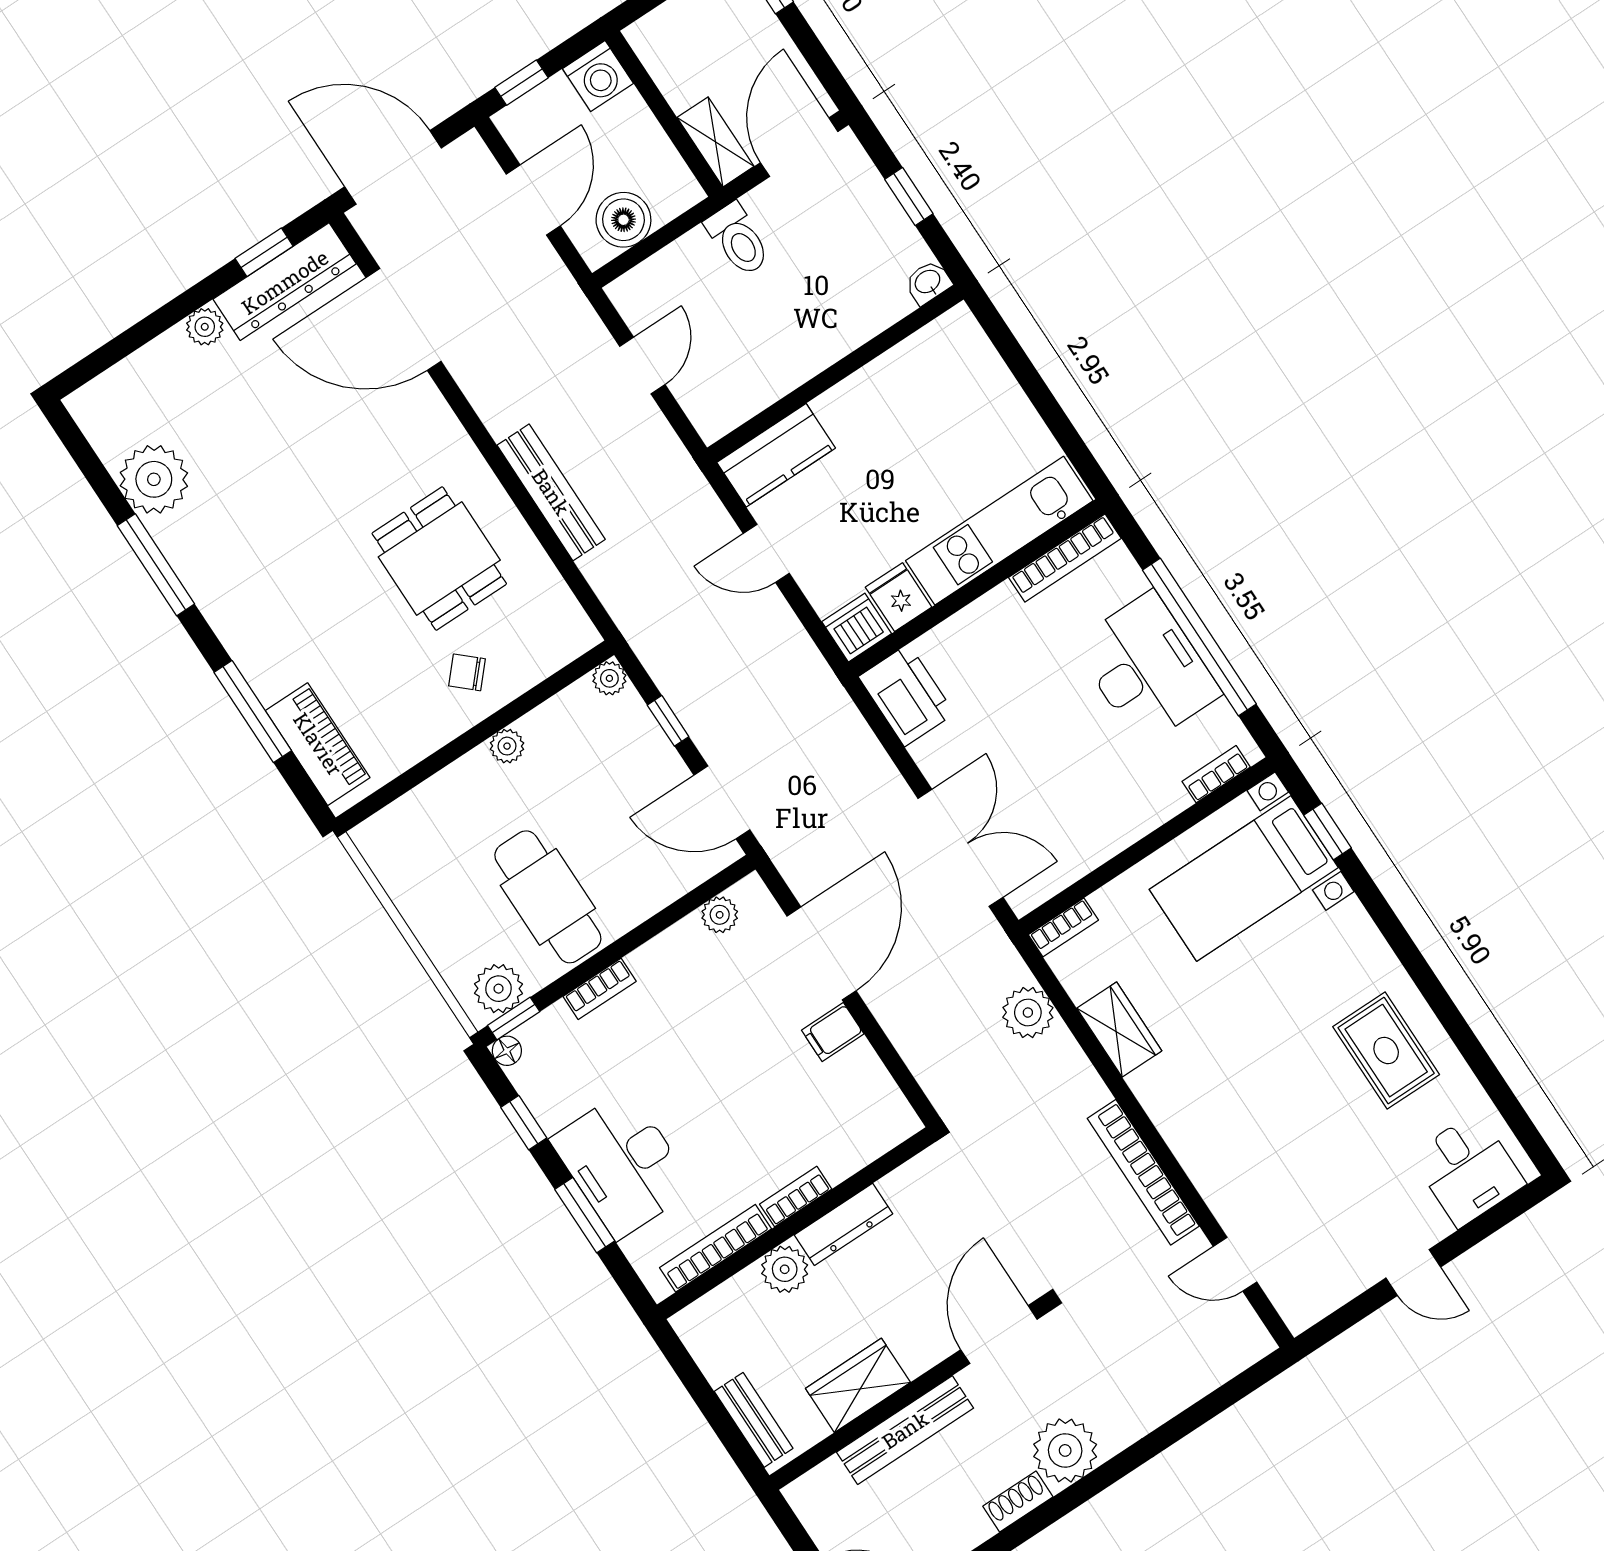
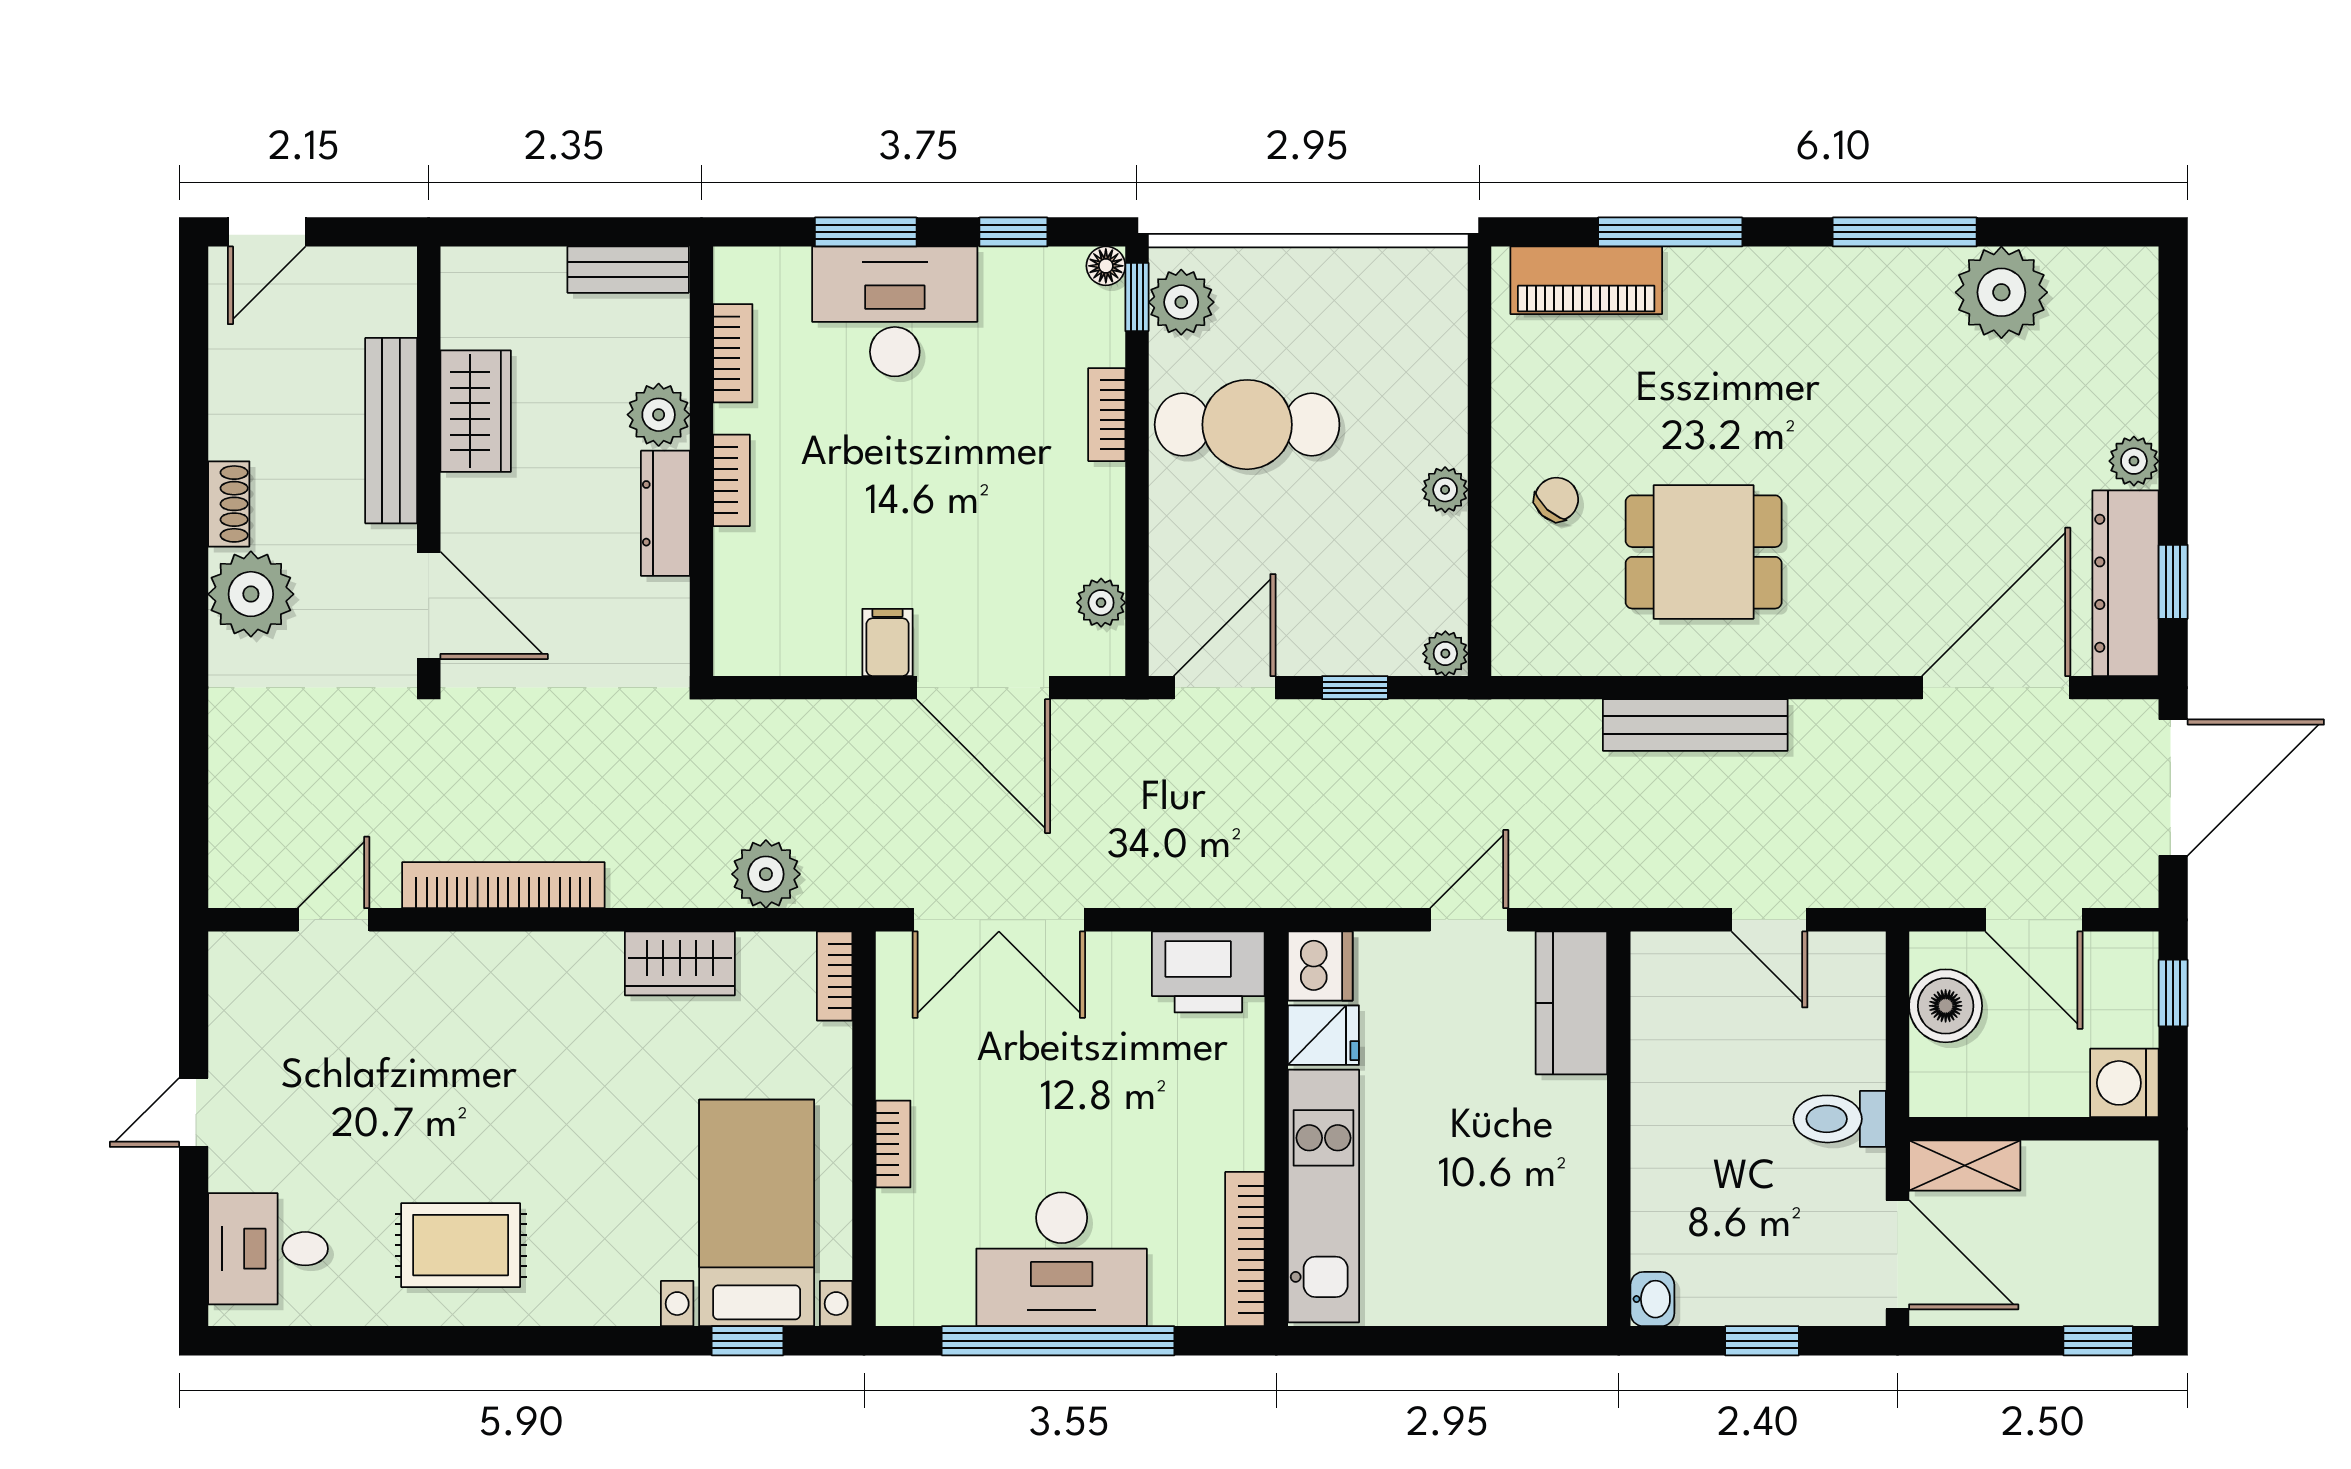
bookcase: (1216, 774) -> (893, 1144), moved
bookcase: (716, 1248) -> (733, 353), width x0.64
bench: (754, 1420) -> (628, 270), moved

